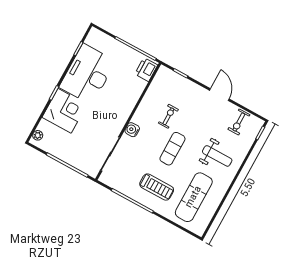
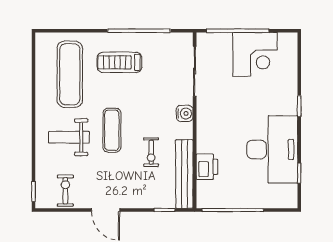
printer: (146, 70) -> (207, 167), moved
bench: (154, 90) -> (184, 174), added
corner desk: (65, 111) -> (255, 54), moved, turned -90
plant: (38, 135) -> (291, 46), removed
exercise mat: (172, 149) -> (112, 130), moved

